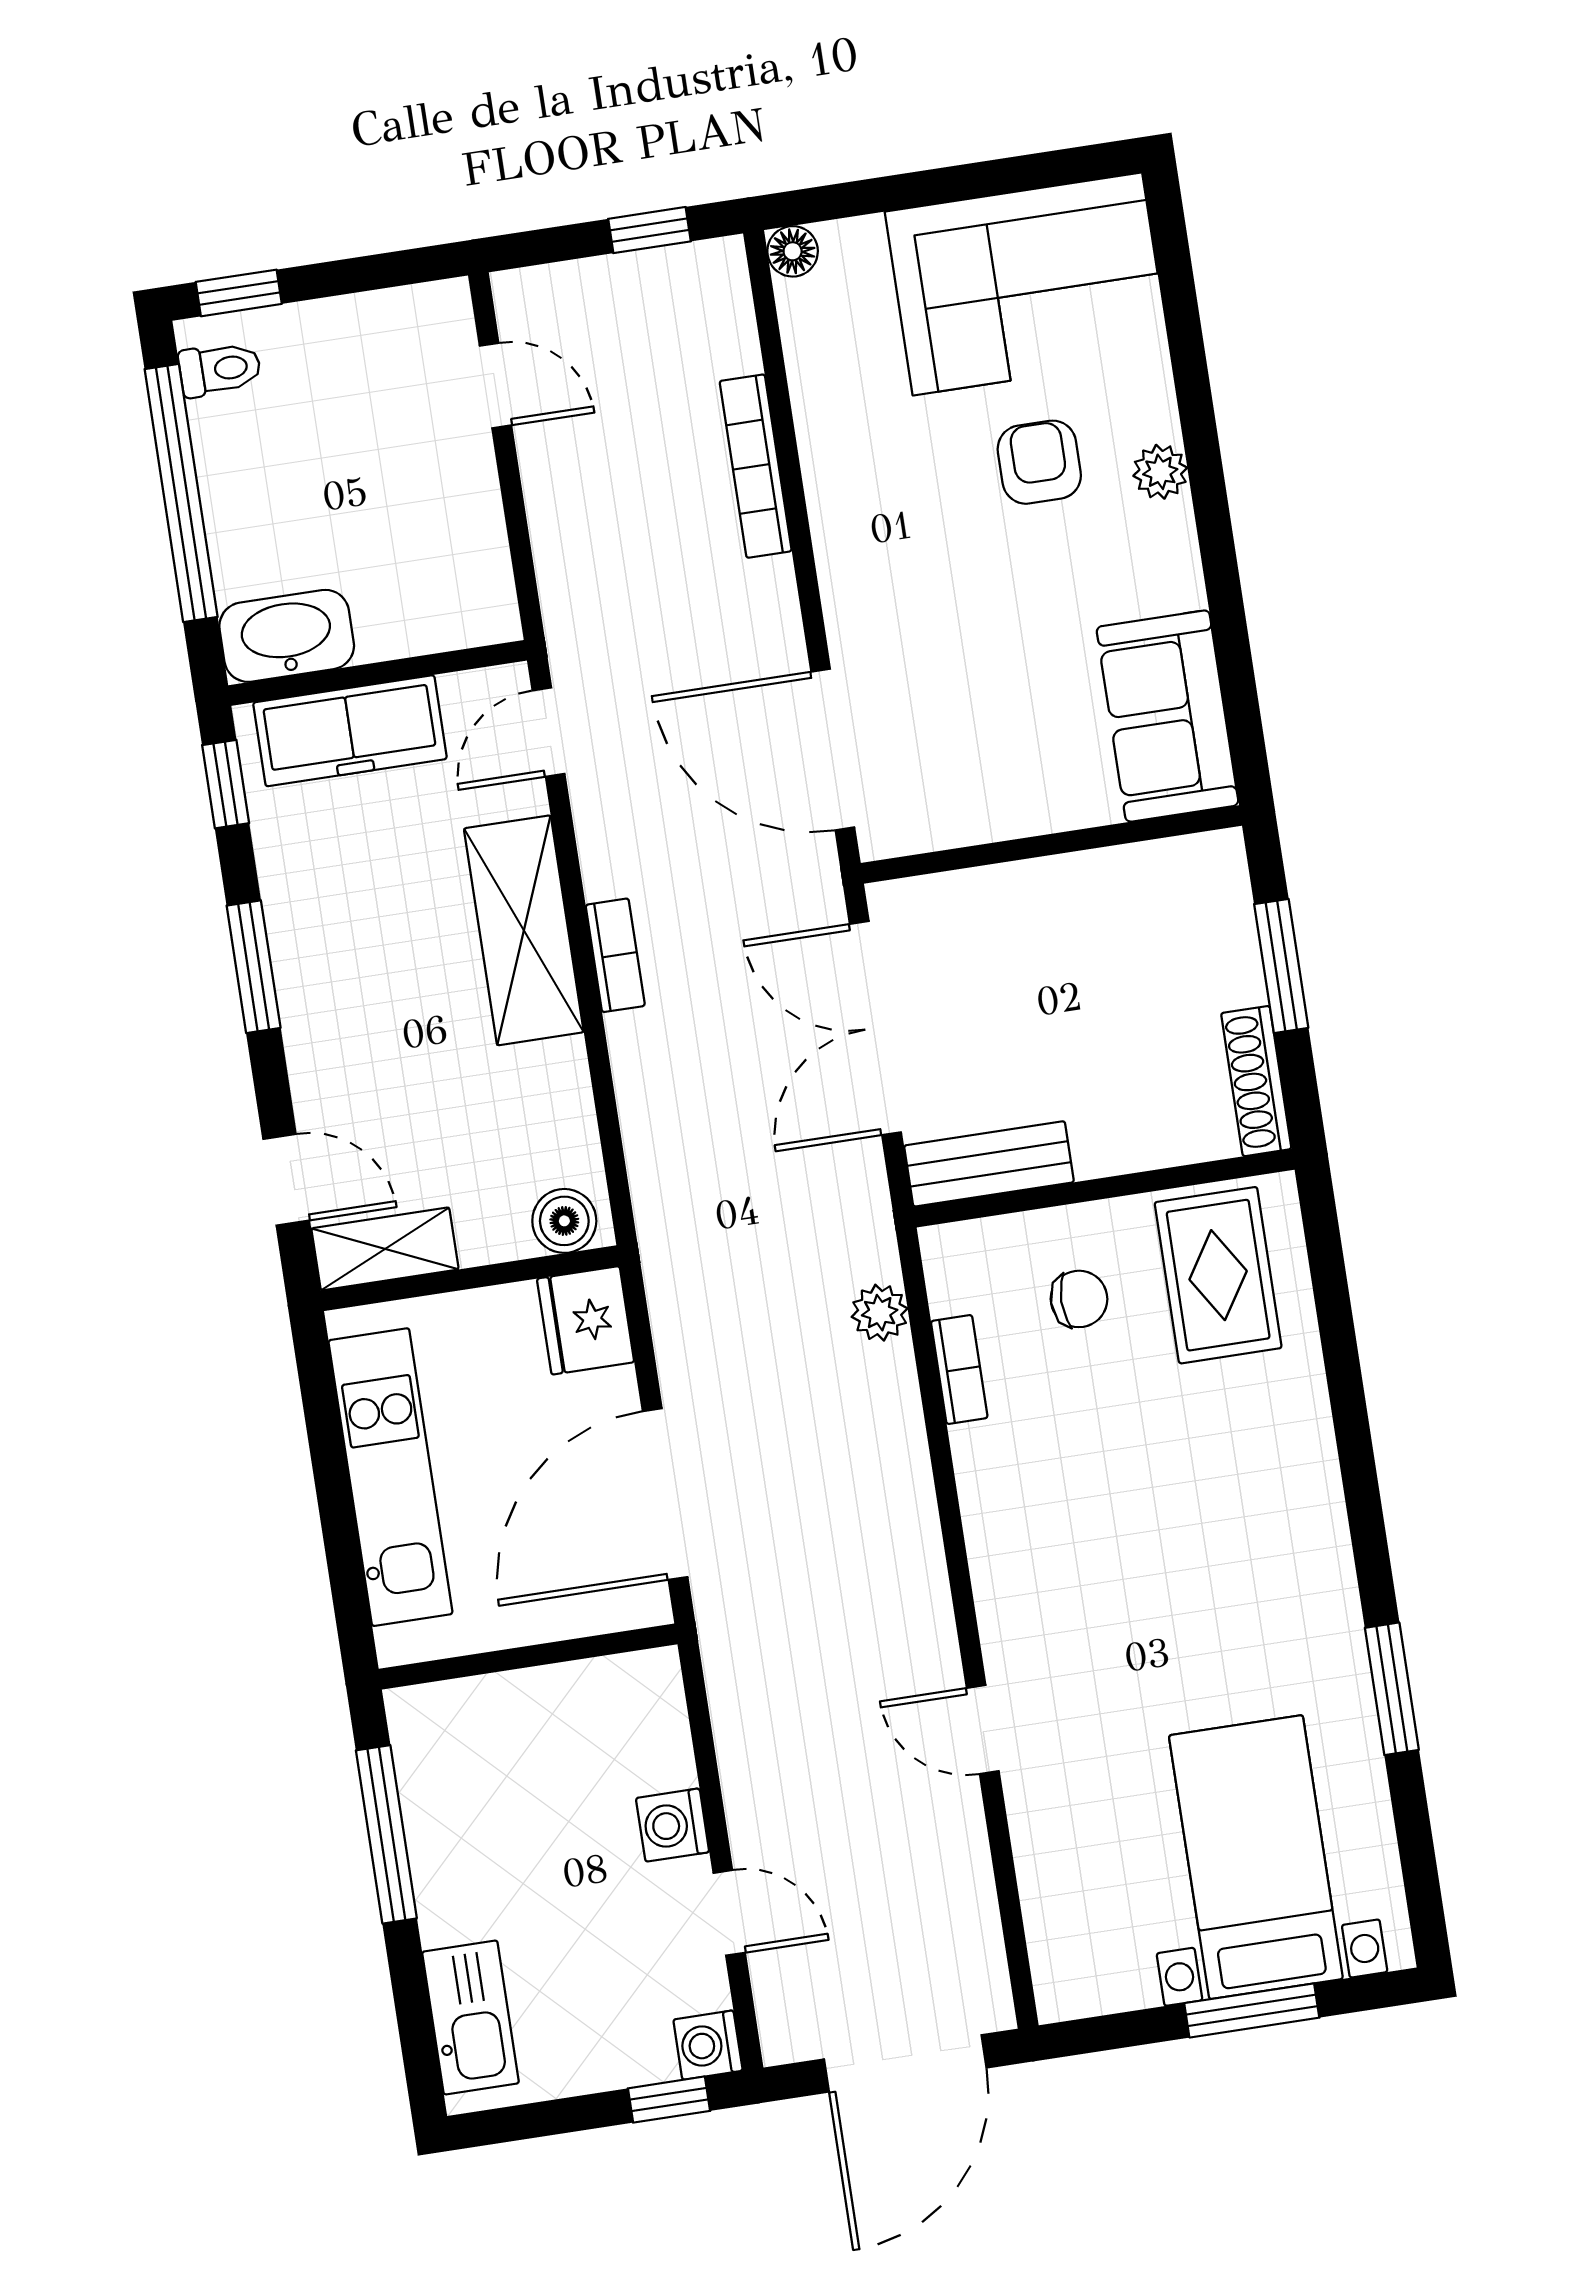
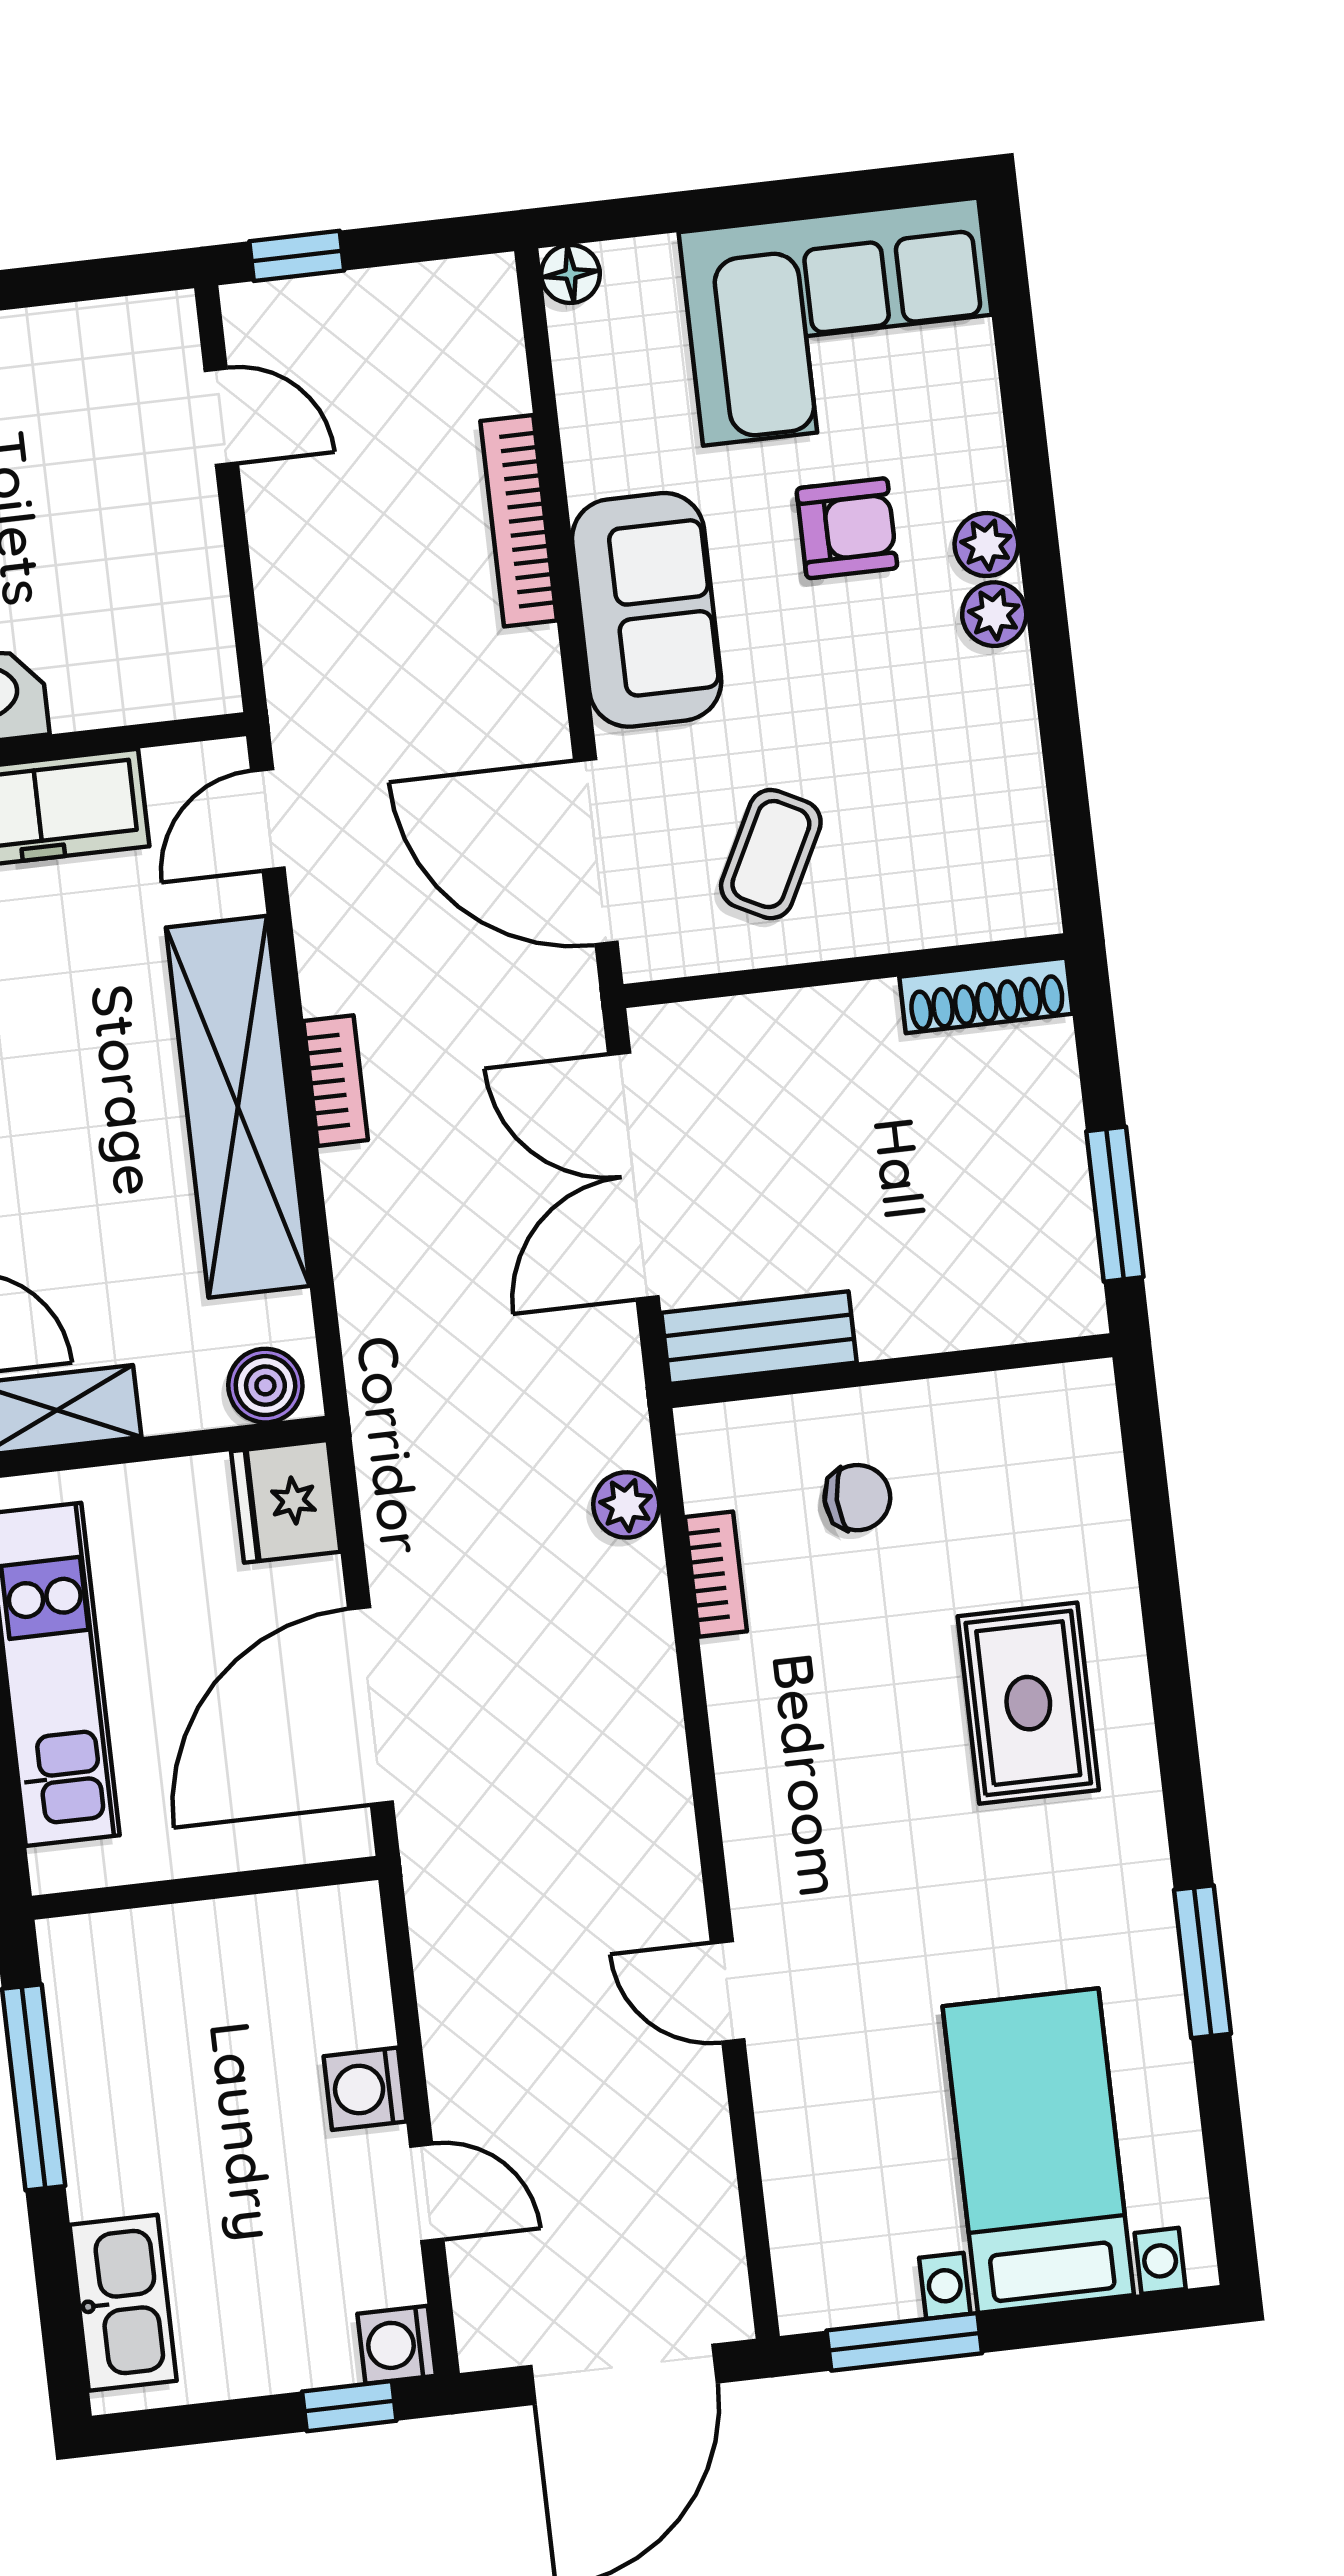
window: (650, 230) -> (297, 256), moved
armchair: (1039, 462) -> (847, 528), turned 90
plant: (1169, 532) -> (994, 614), added
sofa: (1168, 716) -> (647, 610), moved, turned 180
coffee table: (984, 746) -> (771, 854), added
shelving: (524, 930) -> (238, 1107), width x1.47
window: (1281, 966) -> (1115, 1204), moved
shoe rack: (1256, 1081) -> (986, 995), moved, turned -90
rug: (1218, 1275) -> (1028, 1703), moved
window: (1252, 2010) -> (904, 2342), moved

